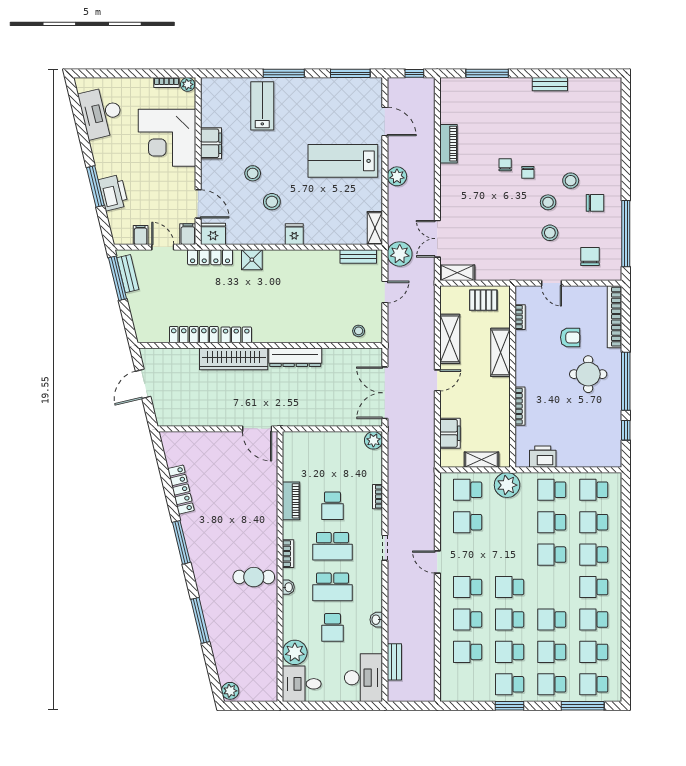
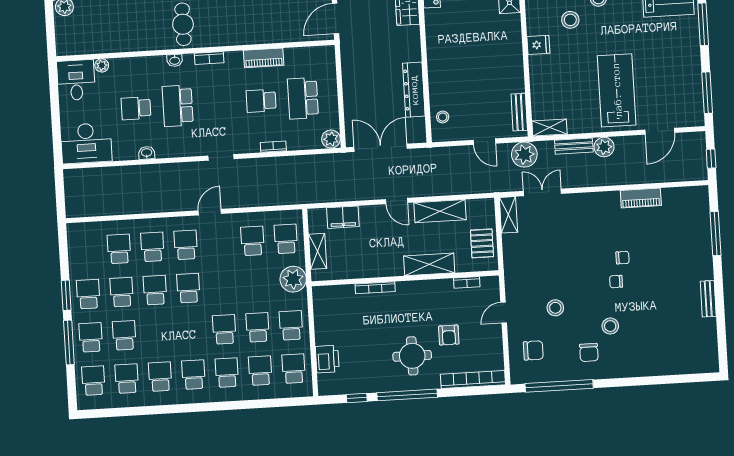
stool: (548, 202) -> (587, 304), removed
dresser: (295, 357) -> (414, 90), moved
printer: (543, 457) -> (327, 359), moved
school desk: (332, 546) -> (303, 98), moved
school desk: (552, 619) -> (158, 333), removed
plant: (295, 652) -> (102, 65), width x0.53, depth x0.53
bench: (394, 662) -> (574, 146), moved
window: (583, 706) -> (69, 342), moved

